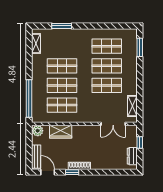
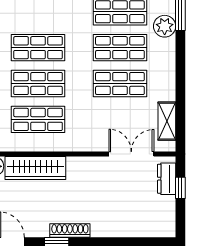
plant: (131, 54) -> (165, 26), added
double door: (113, 124) -> (131, 154), swing flipped
wardrobe: (61, 132) -> (35, 168), width x1.50
dresser: (132, 156) -> (167, 179), moved

